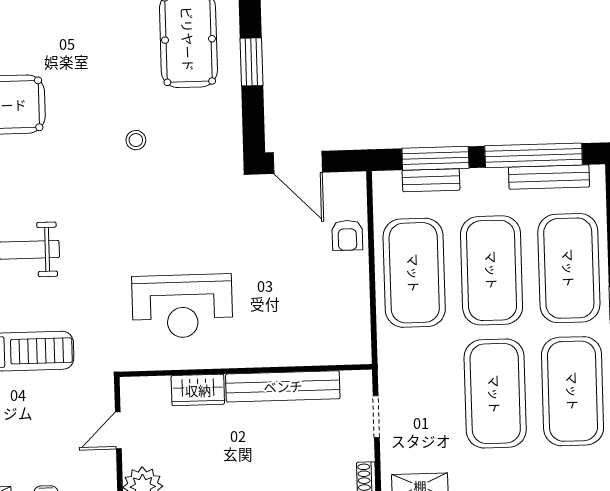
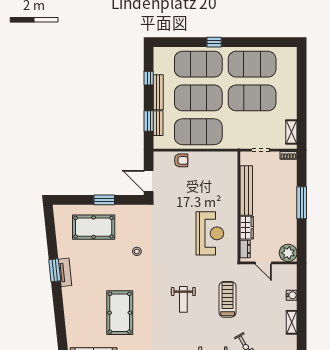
window: (534, 155) -> (149, 78), width x0.32
window: (435, 158) -> (149, 121), width x0.69
door: (298, 162) -> (149, 181), swing flipped
bench: (549, 177) -> (158, 92), moved
dresser: (149, 388) -> (245, 249), added

